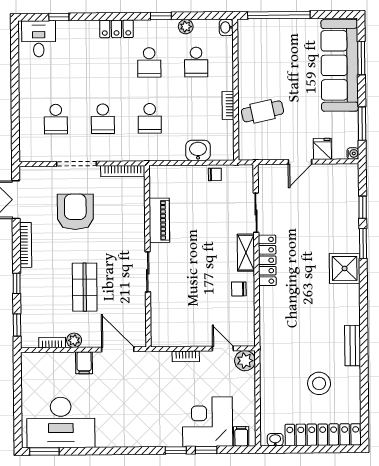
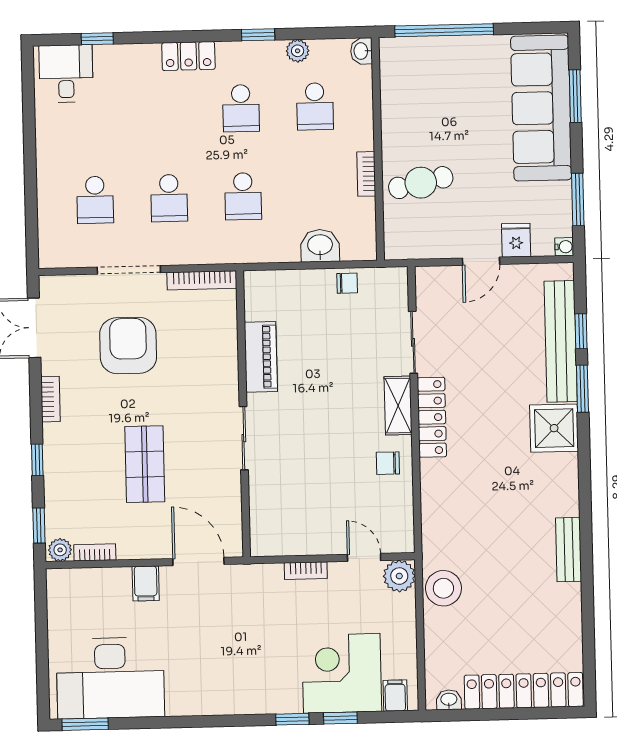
bench: (350, 213) -> (561, 341), added
bookcase: (26, 245) -> (50, 399), width x0.64
plant: (74, 340) -> (60, 550), moved
stool: (319, 383) -> (443, 588), moved

